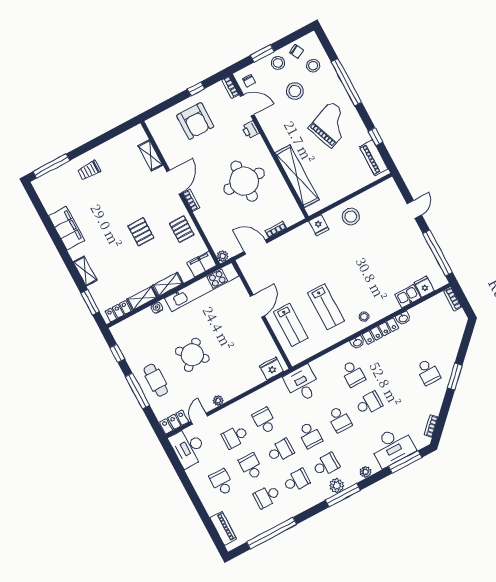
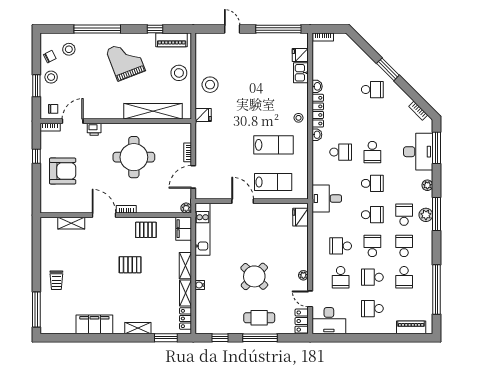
stool: (295, 91) -> (179, 73), moved
kitchen unit: (202, 287) -> (203, 229), width x0.73
school desk: (369, 403) -> (372, 152), turned 180

